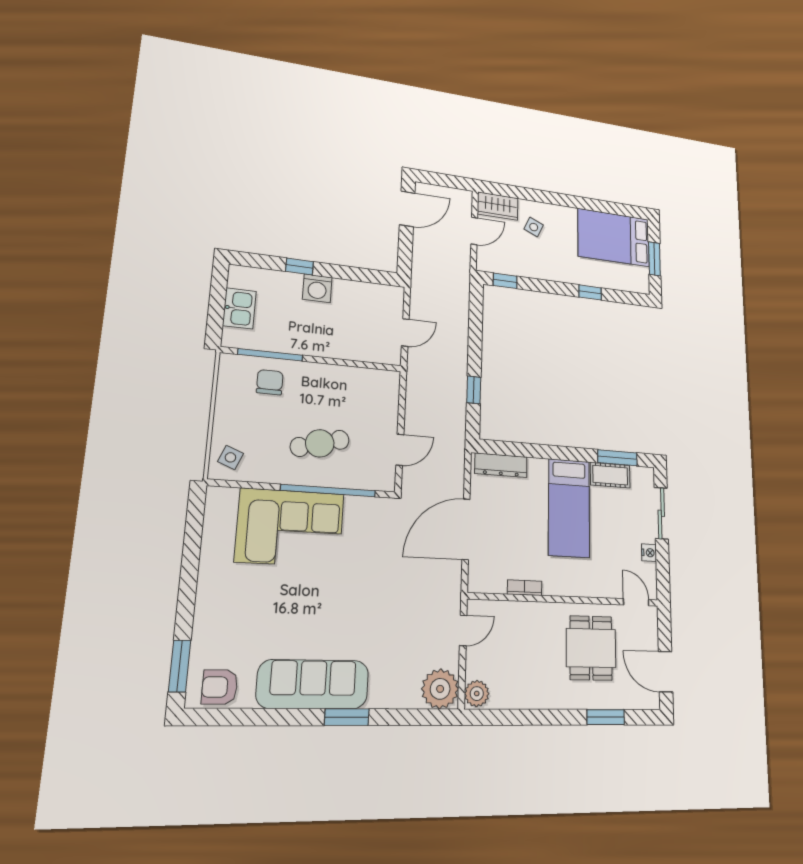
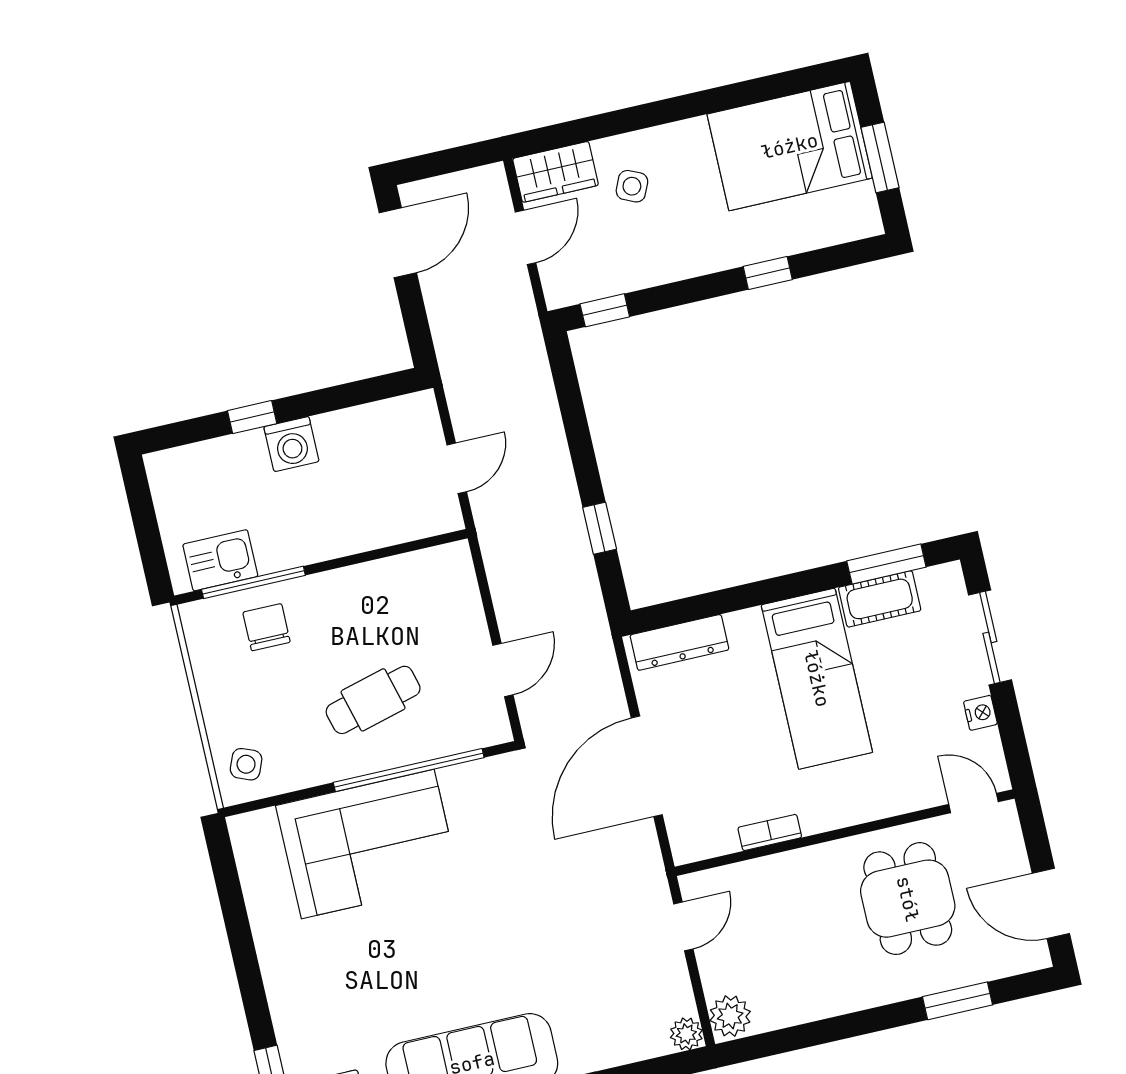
kitchen sink: (239, 308) -> (220, 560), moved, turned -90
plant: (440, 689) -> (686, 1034), width x0.53, depth x0.53

